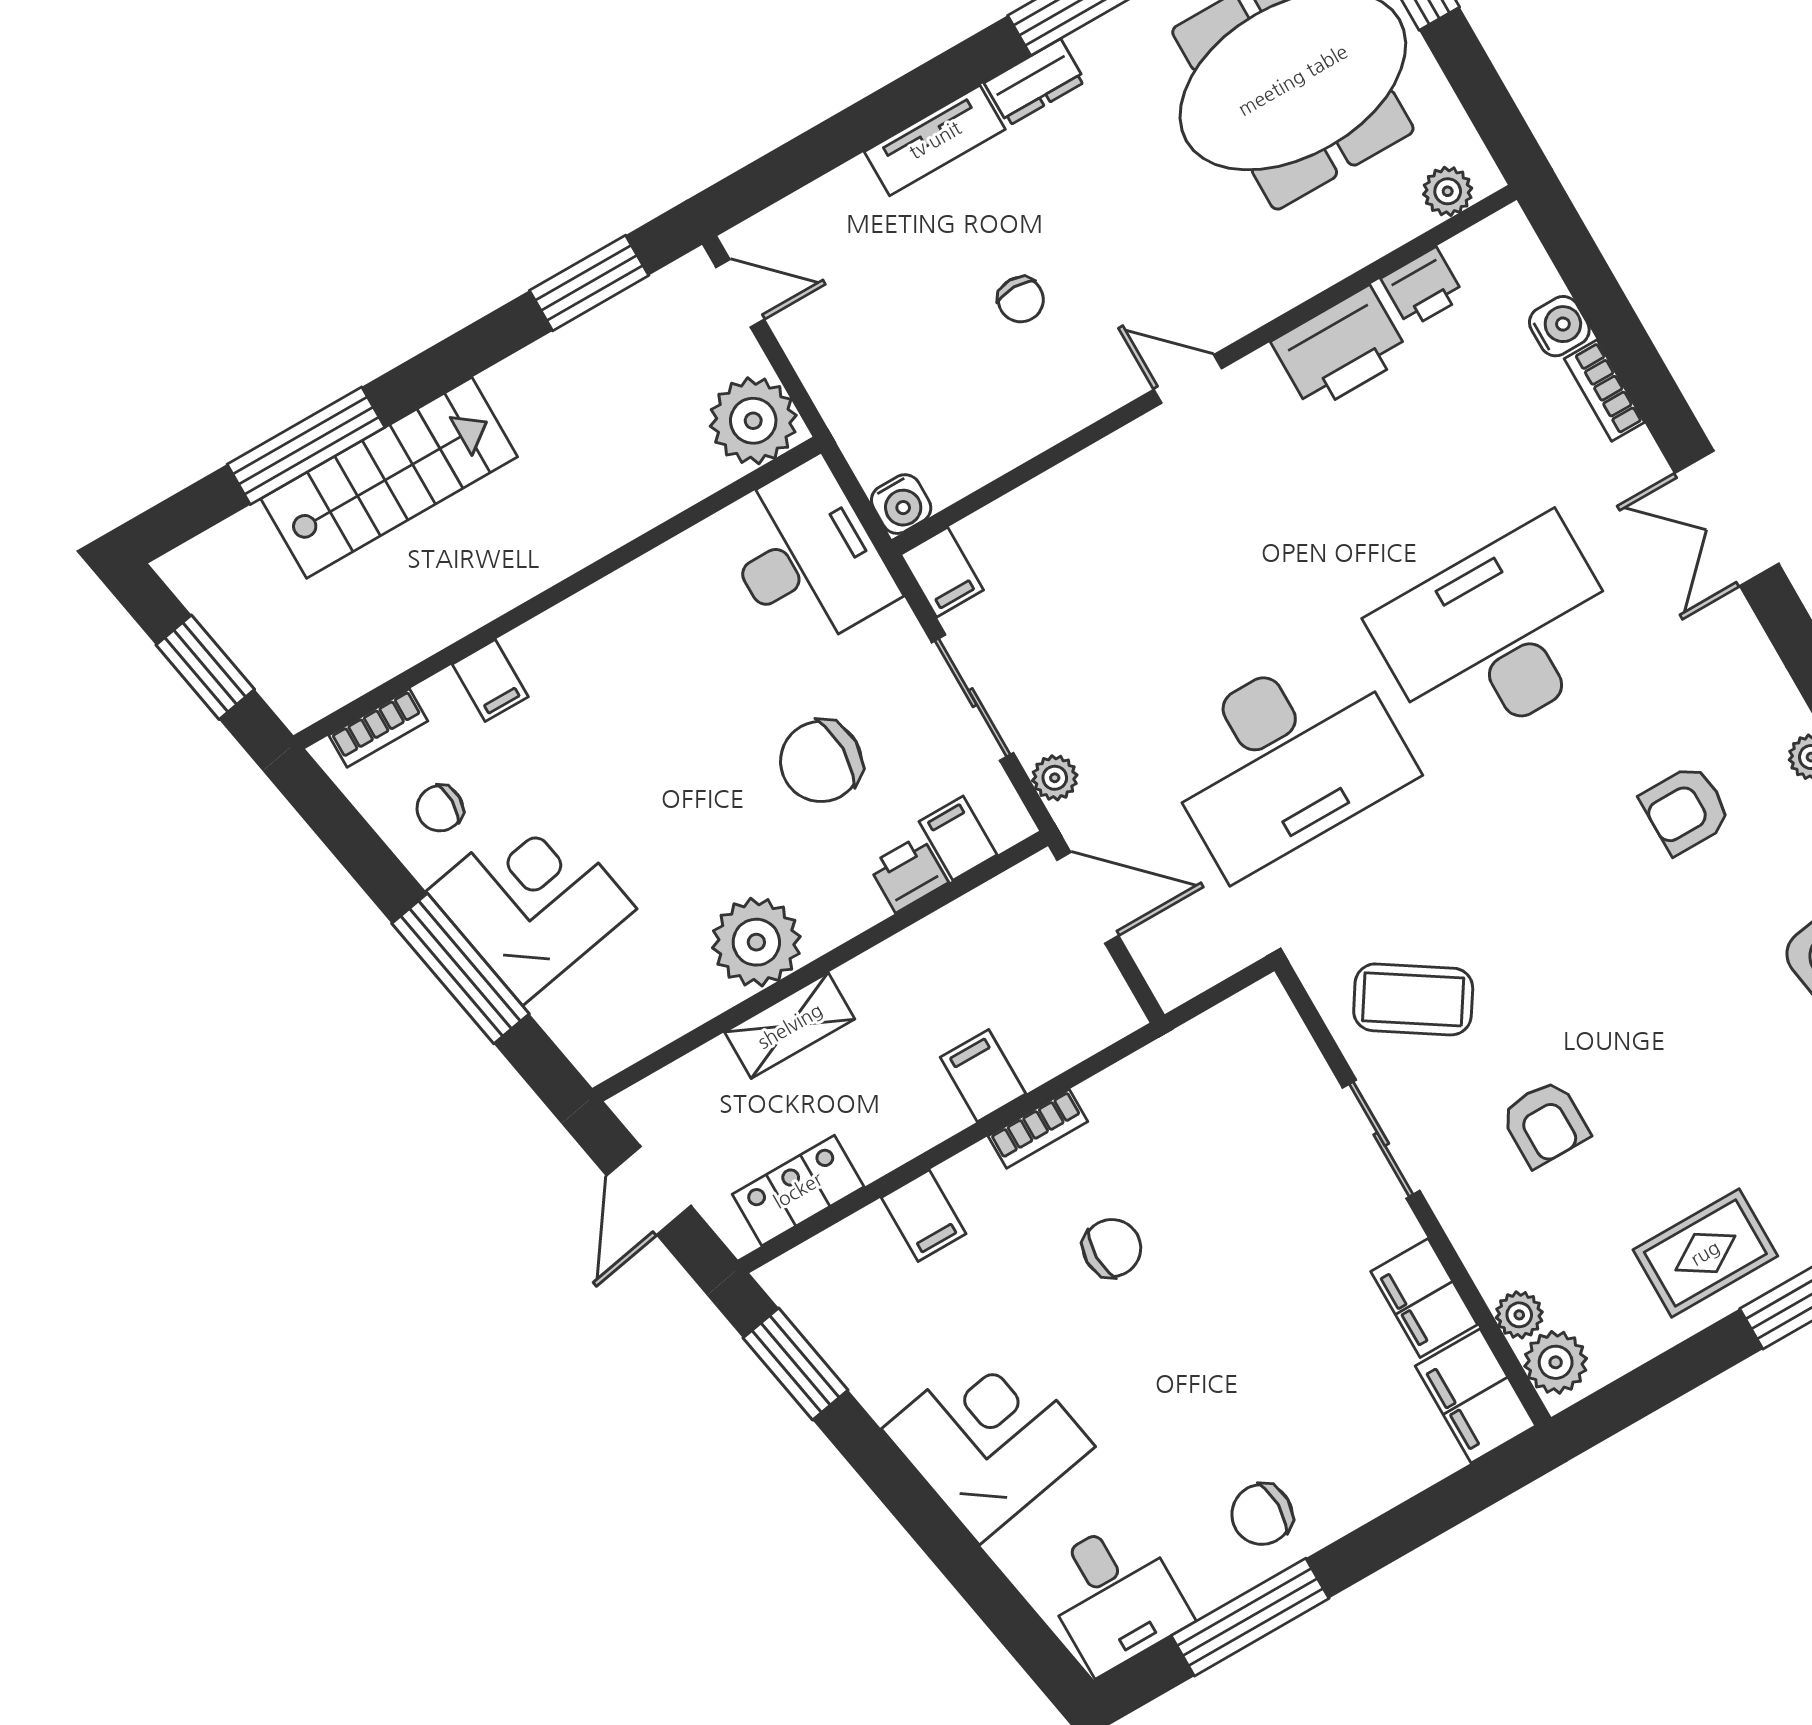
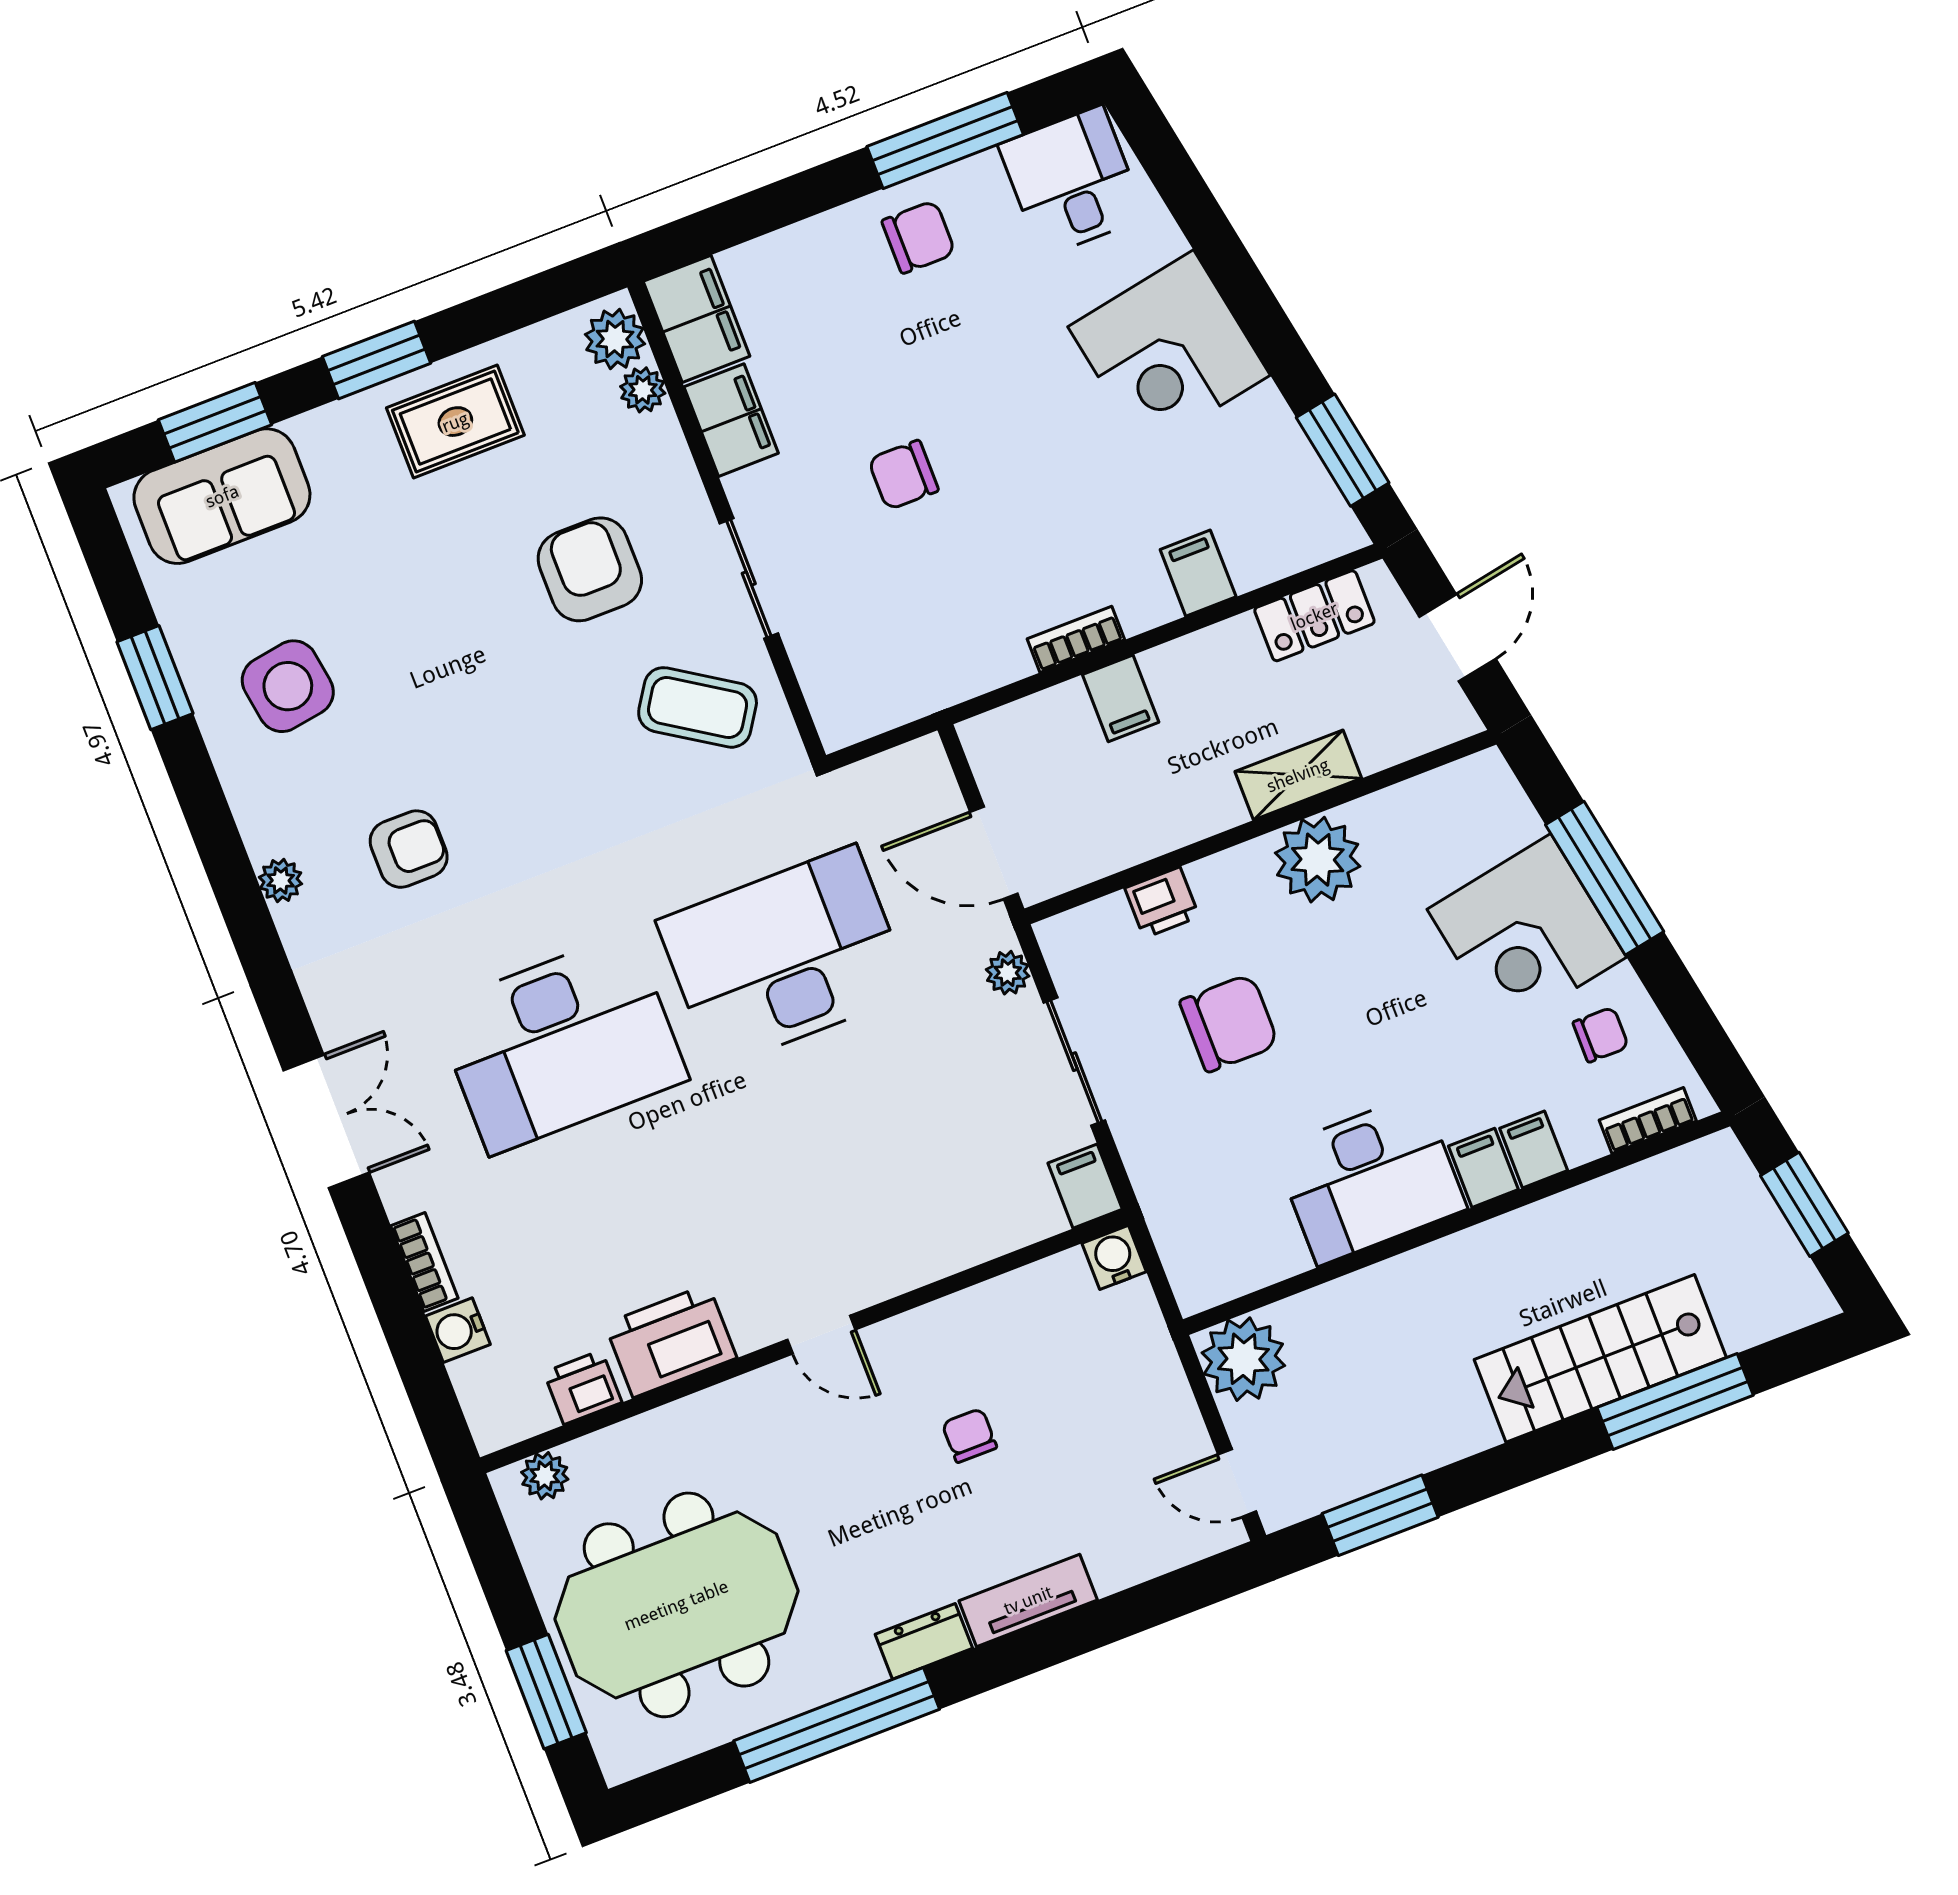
desk: (806, 557) -> (1370, 1179), moved, turned -90
filing cabinet: (958, 838) -> (1483, 1168), moved, turned 180
armchair: (1545, 1123) -> (590, 569), width x1.38, depth x1.38
chair: (1112, 1248) -> (903, 475), moved

